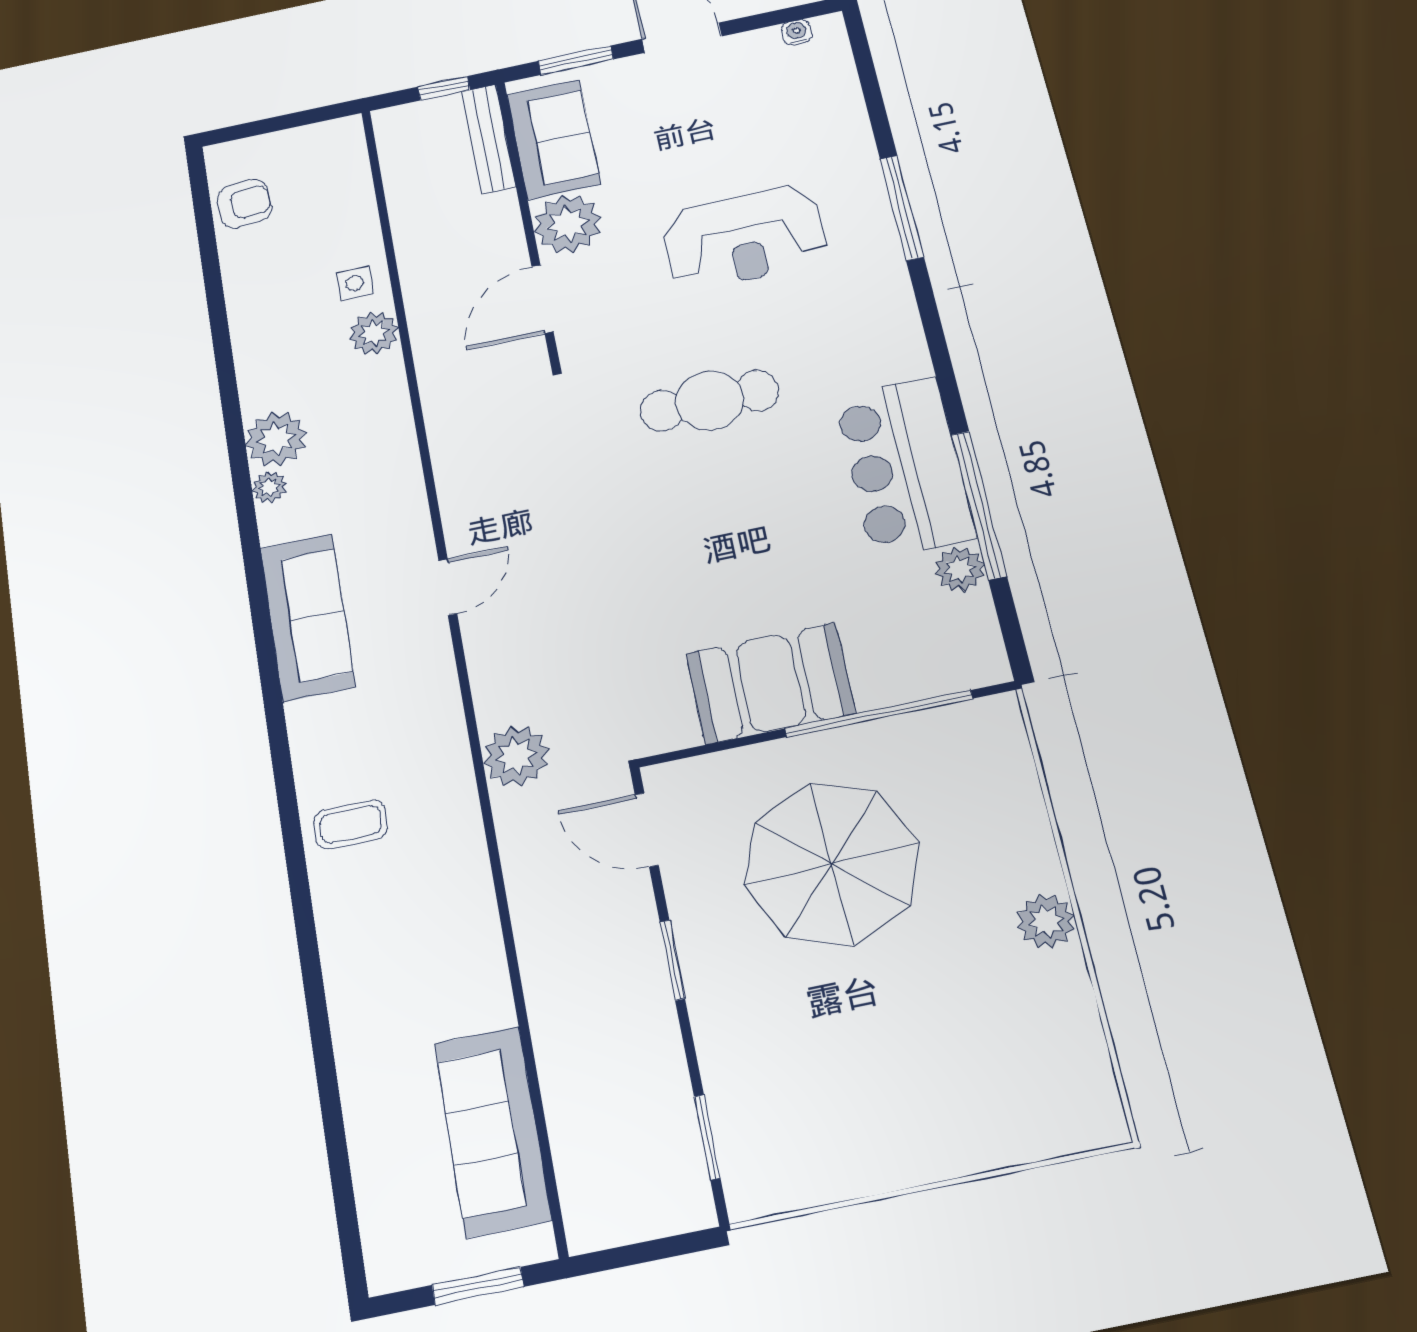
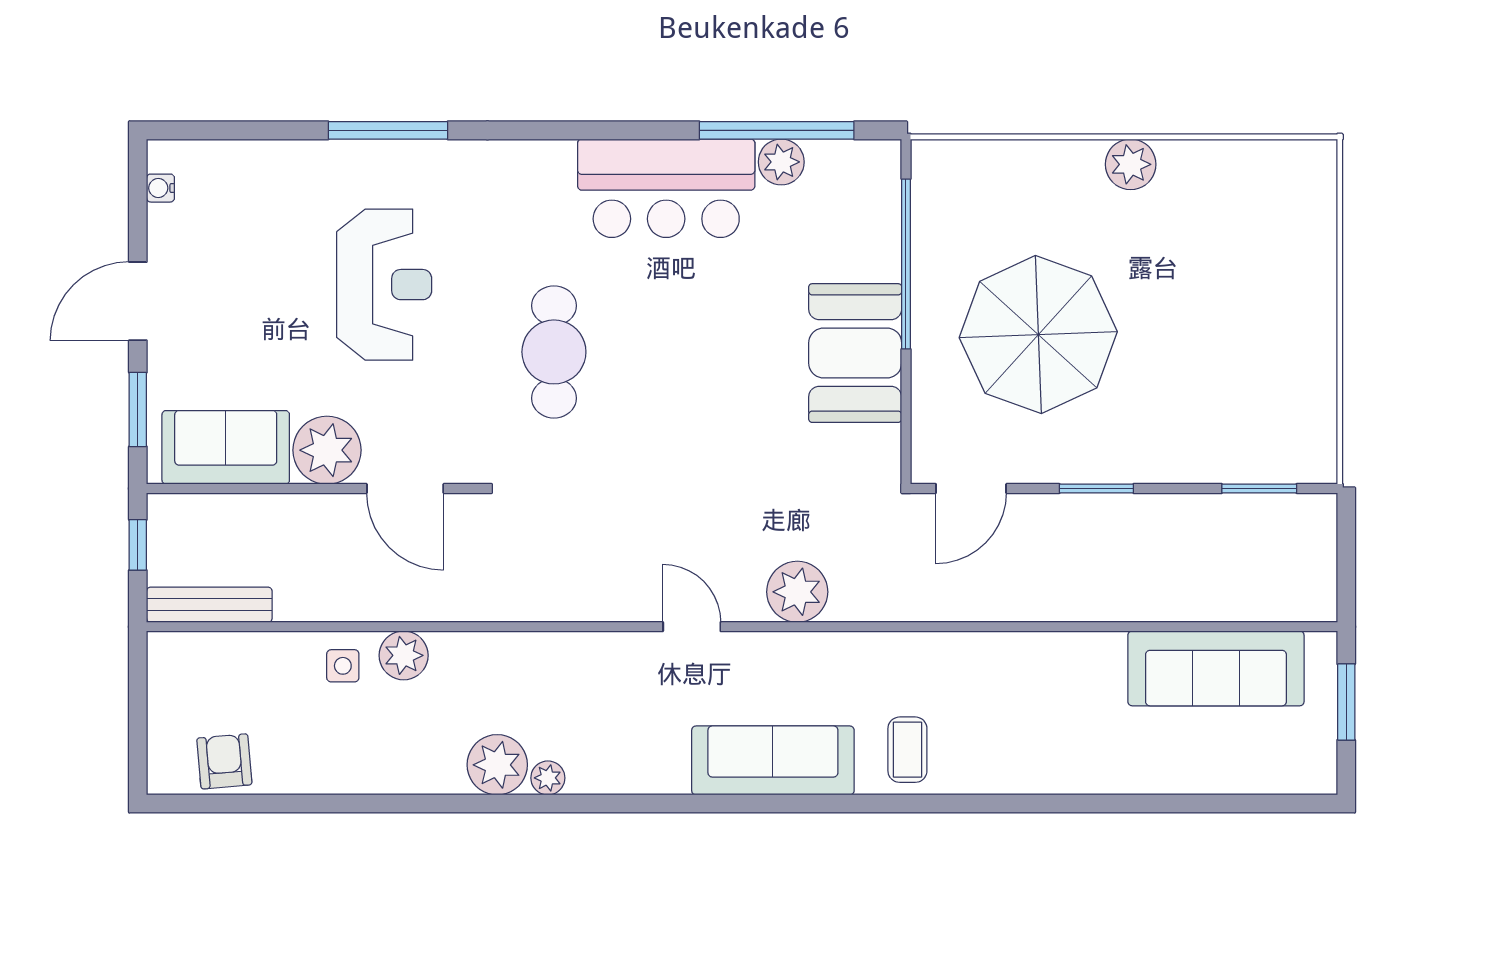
bench: (489, 139) -> (209, 605), moved
window: (979, 505) -> (777, 130), moved
sofa: (307, 617) -> (773, 760), moved
plant: (516, 756) -> (797, 592), moved

